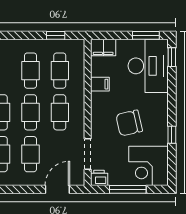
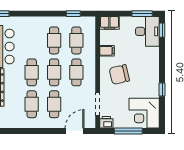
desk: (148, 66) -> (147, 31), width x0.73, depth x0.77
chair: (129, 123) -> (119, 75), moved

